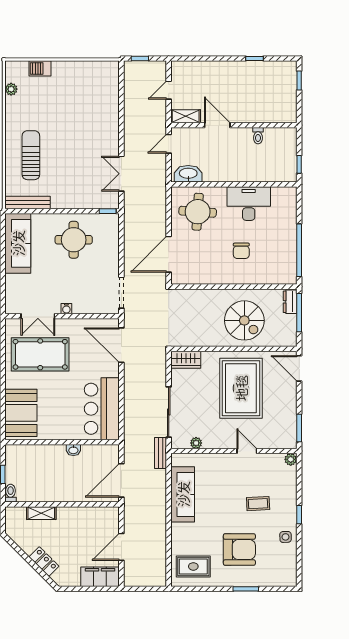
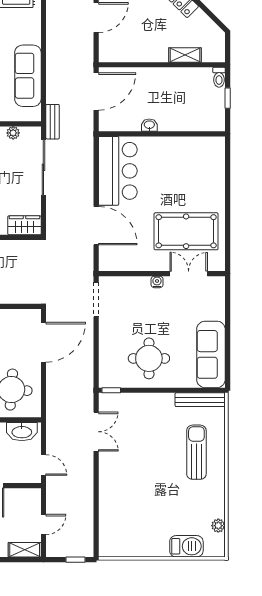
barbecue: (40, 68) -> (186, 546), width x1.38, depth x1.27
shelving: (186, 116) -> (25, 550), moved
door: (169, 144) -> (43, 465), hinge flipped
sun lounger: (31, 155) -> (196, 452), turned 180
door: (121, 345) -> (96, 226), moved
booth: (21, 413) -> (208, 166), removed

